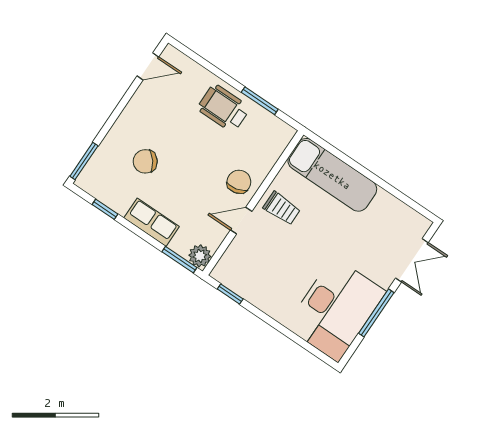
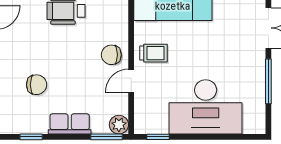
chair: (145, 161) -> (37, 85), turned -142
chair: (239, 182) -> (111, 55), turned -77
desk: (336, 309) -> (206, 107), moved, turned 90

